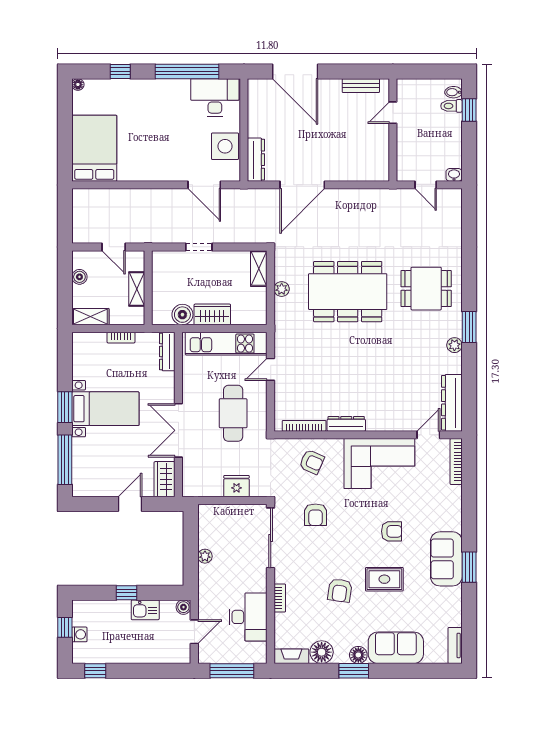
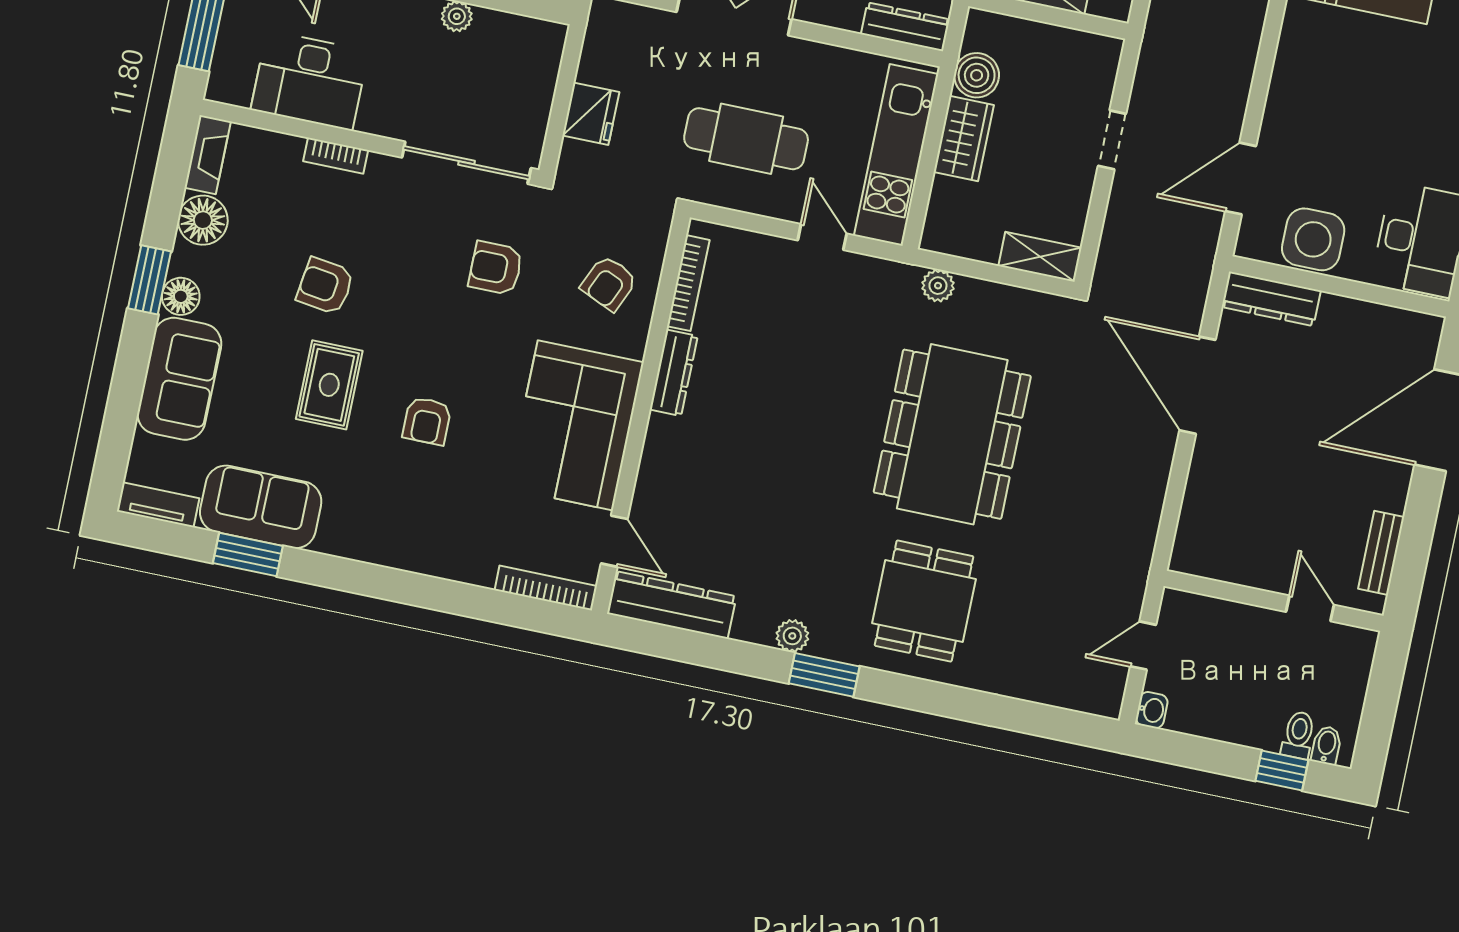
plant: (282, 289) -> (938, 286), moved
sofa: (446, 559) -> (261, 507), moved
window: (469, 567) -> (248, 554), moved

